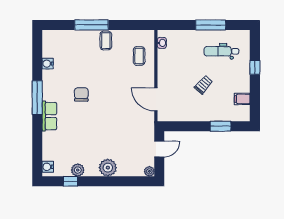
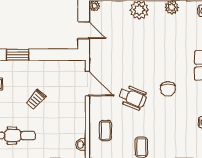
wheelchair: (114, 87) -> (132, 97), added
door: (159, 149) -> (84, 30), swing flipped

